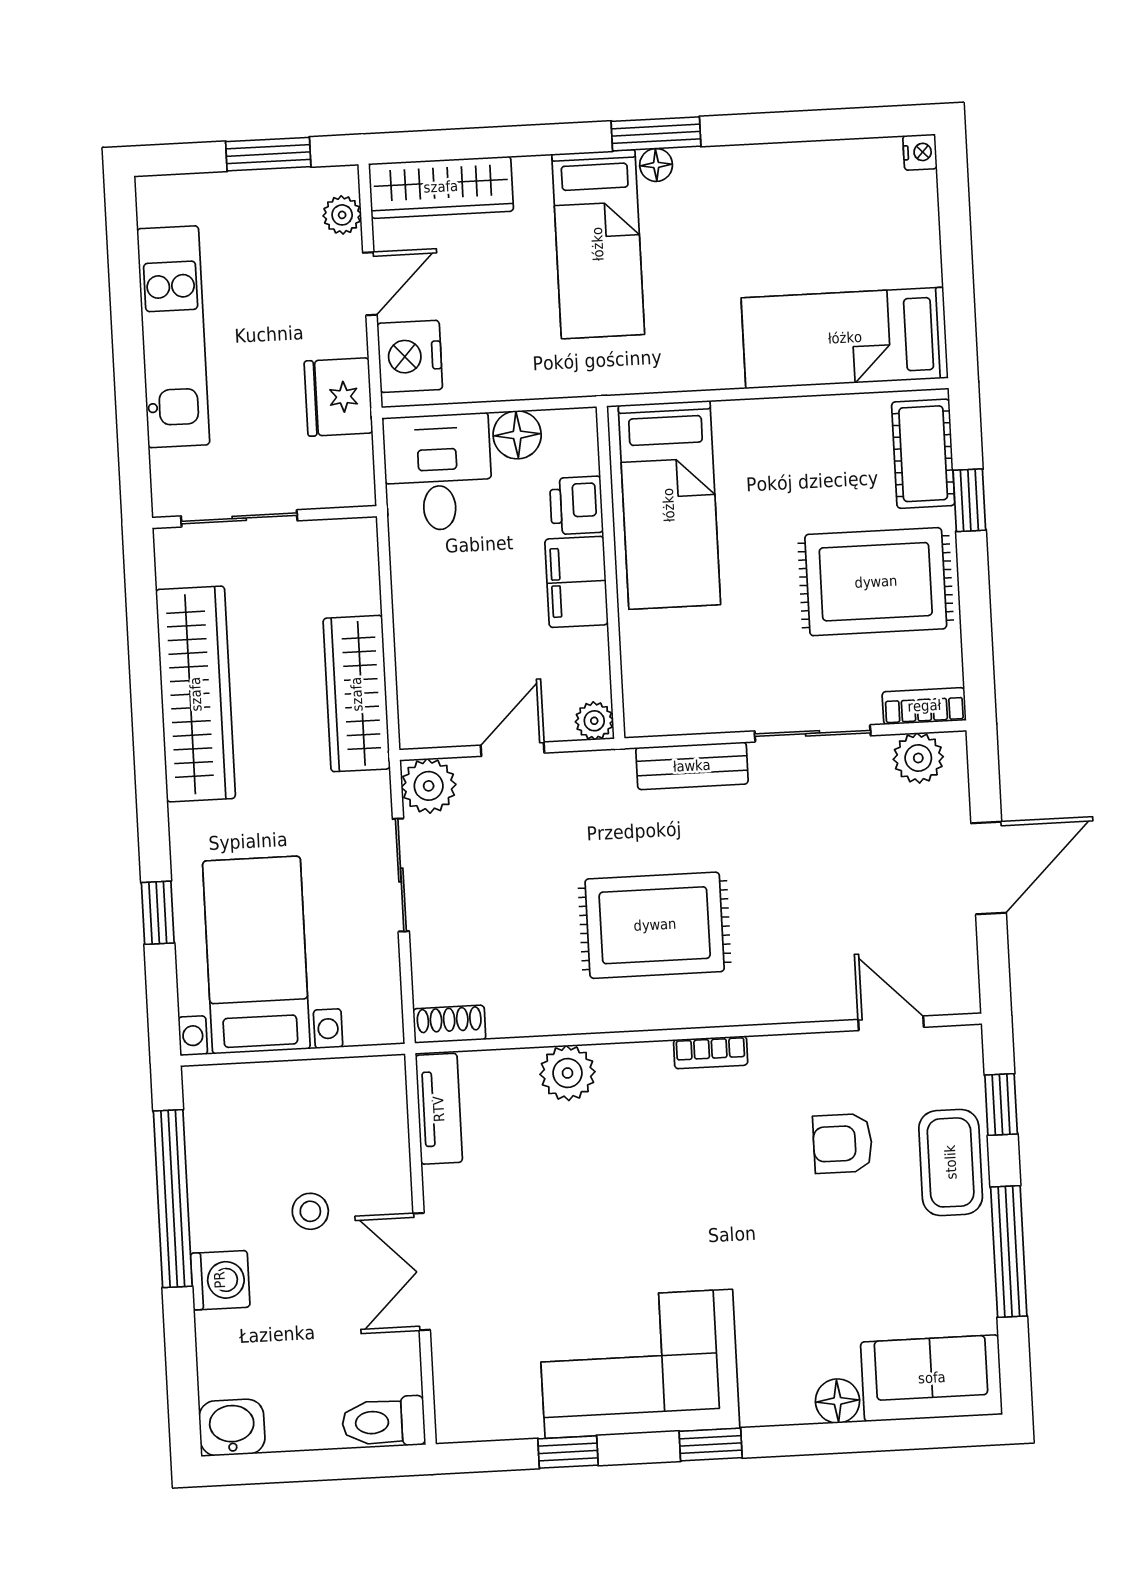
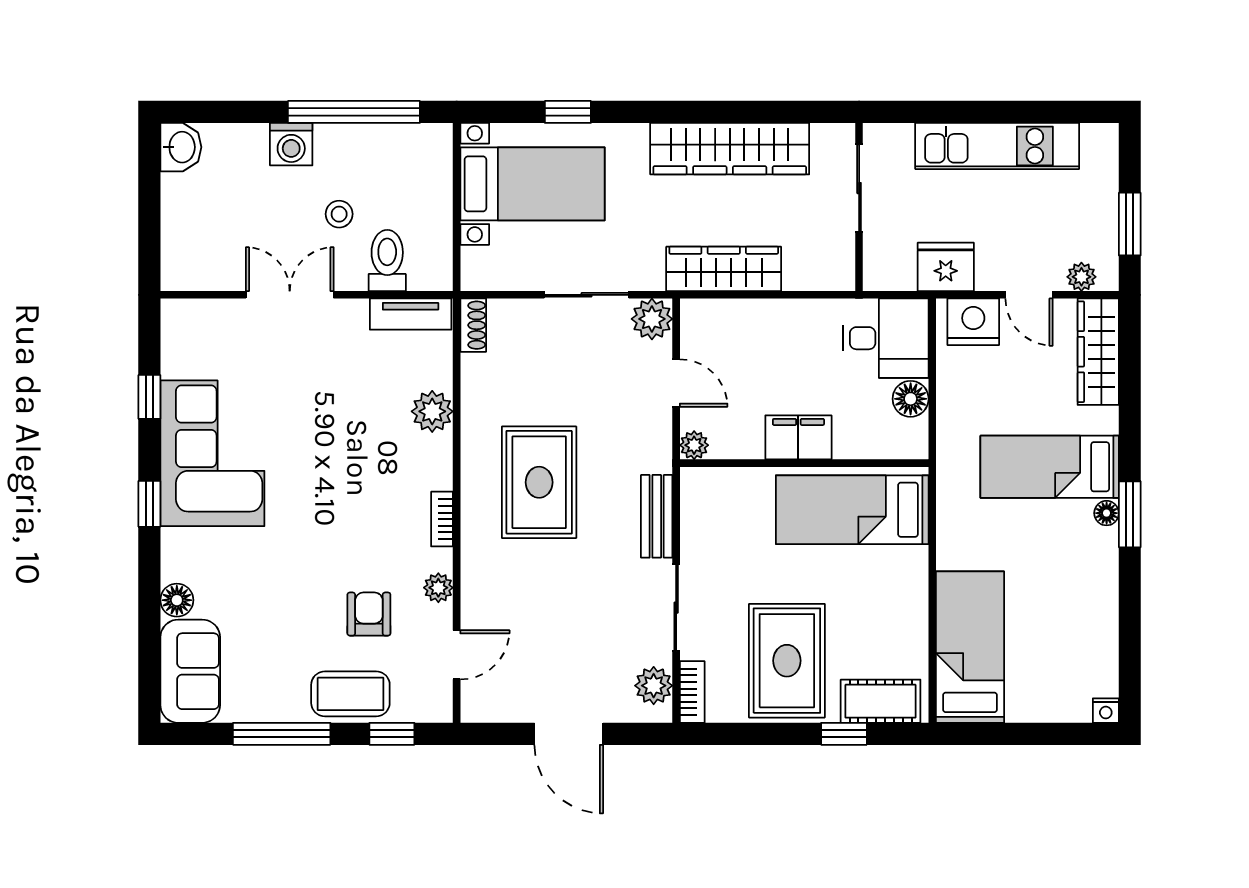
printer: (576, 505) -> (856, 440), removed
plant: (803, 1053) -> (438, 588), added
toilet: (384, 1422) -> (387, 260), moved

